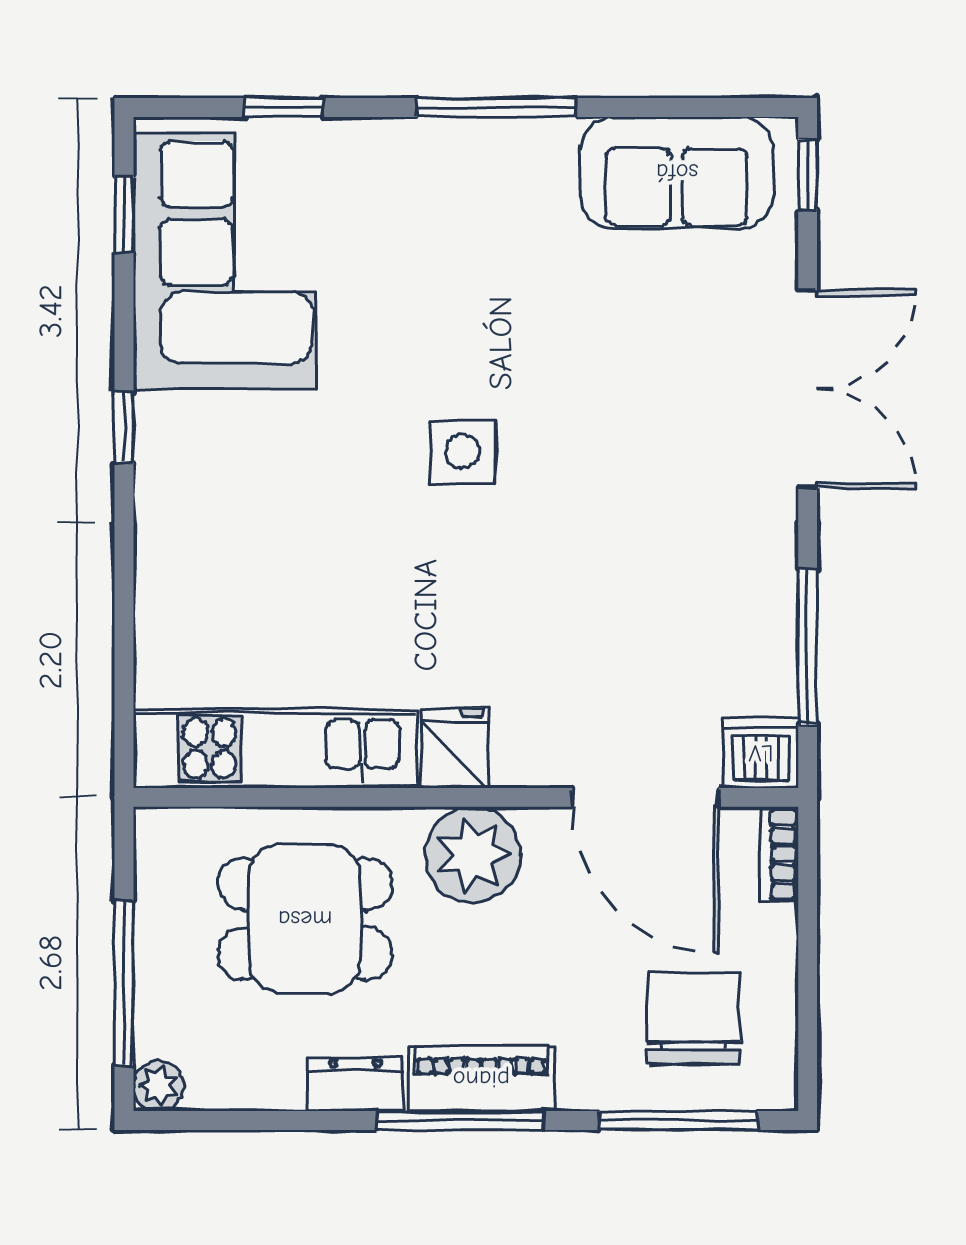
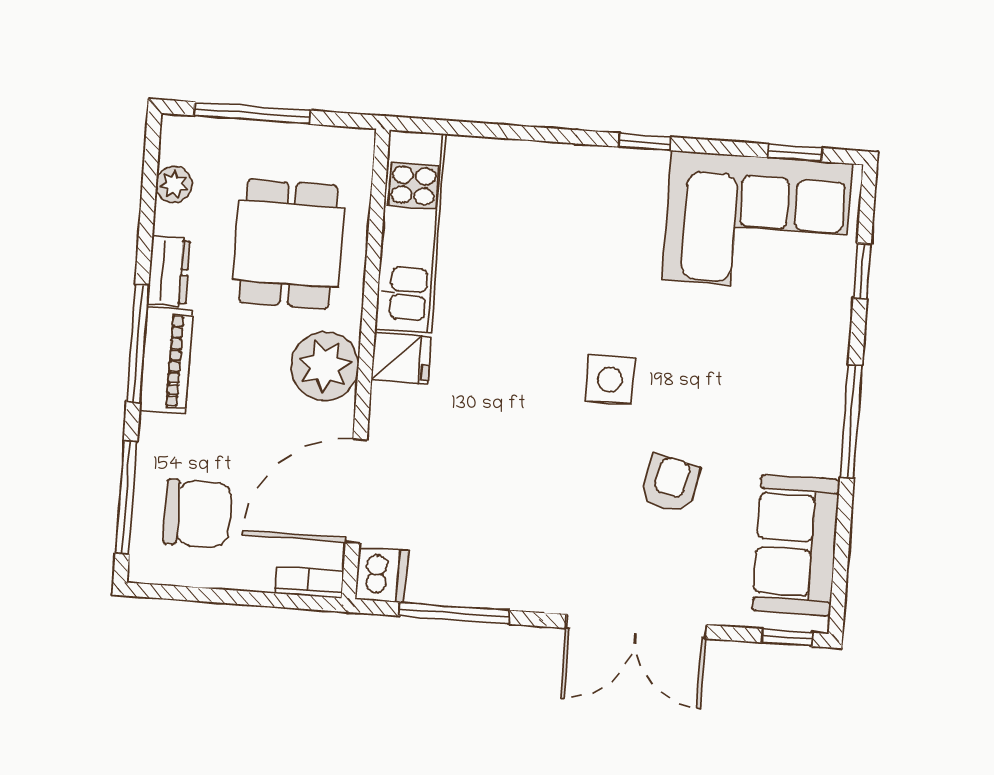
armchair: (603, 356) -> (670, 484), added
plant: (159, 1086) -> (174, 185), moved

